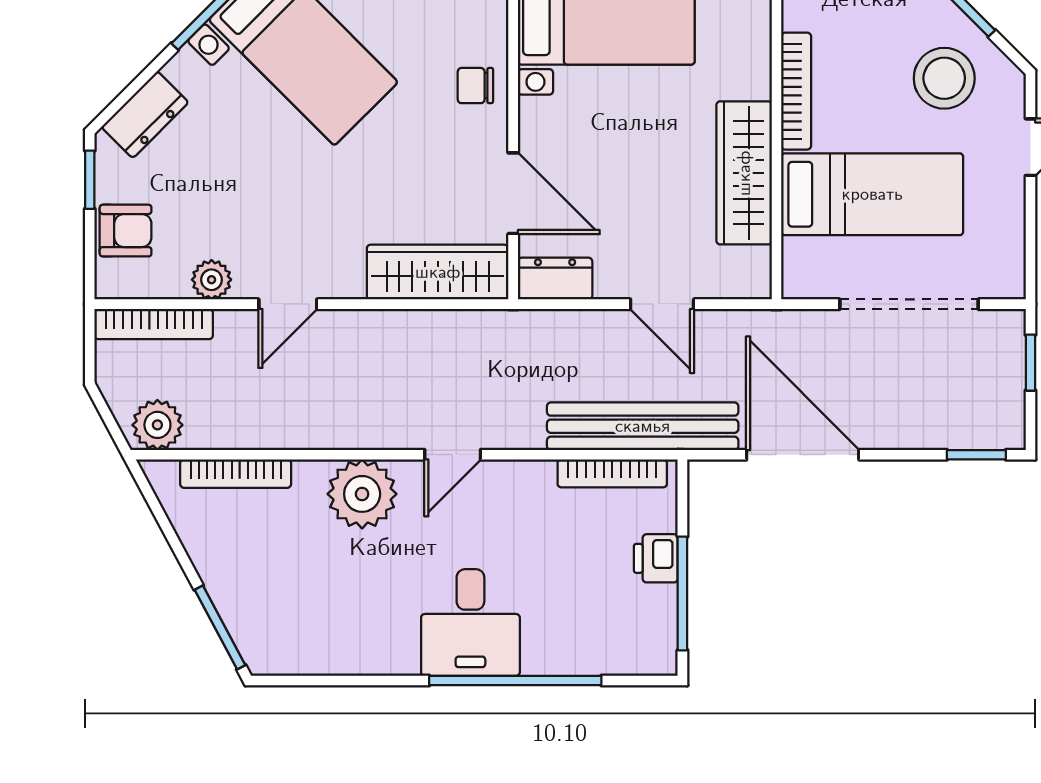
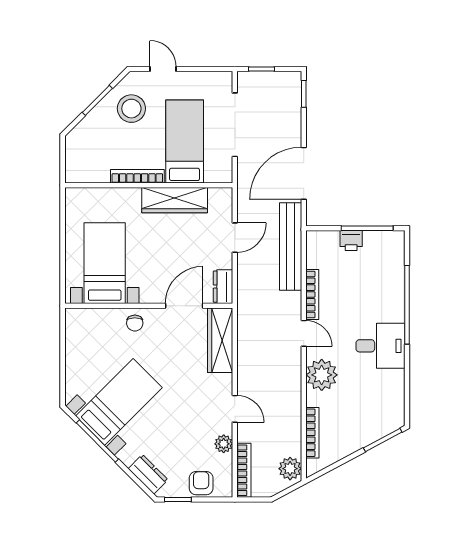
bookcase: (612, 473) -> (312, 294), moved
desk: (470, 622) -> (380, 346), moved

